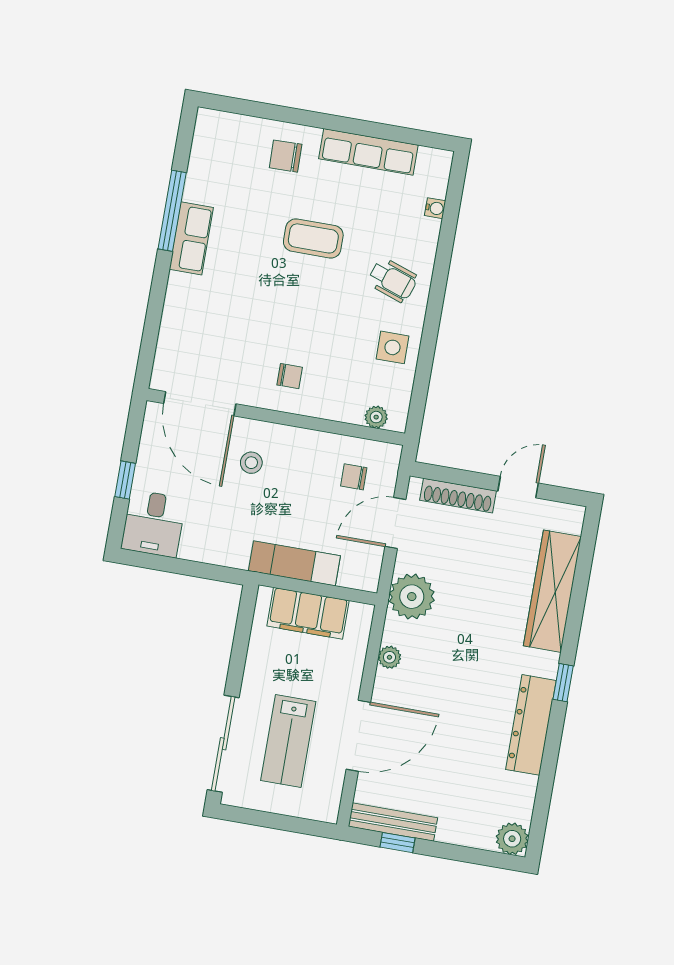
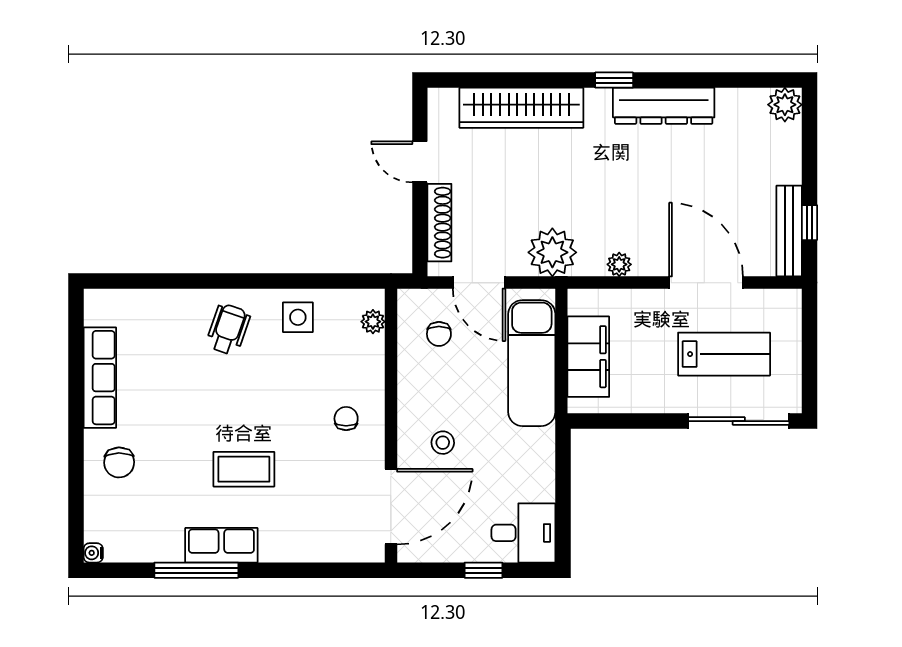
water cooler: (435, 208) -> (93, 553), moved, turned -90
coffee table: (313, 238) -> (244, 469), moved, turned 90
exam couch: (294, 563) -> (532, 363), width x1.36, depth x1.45

